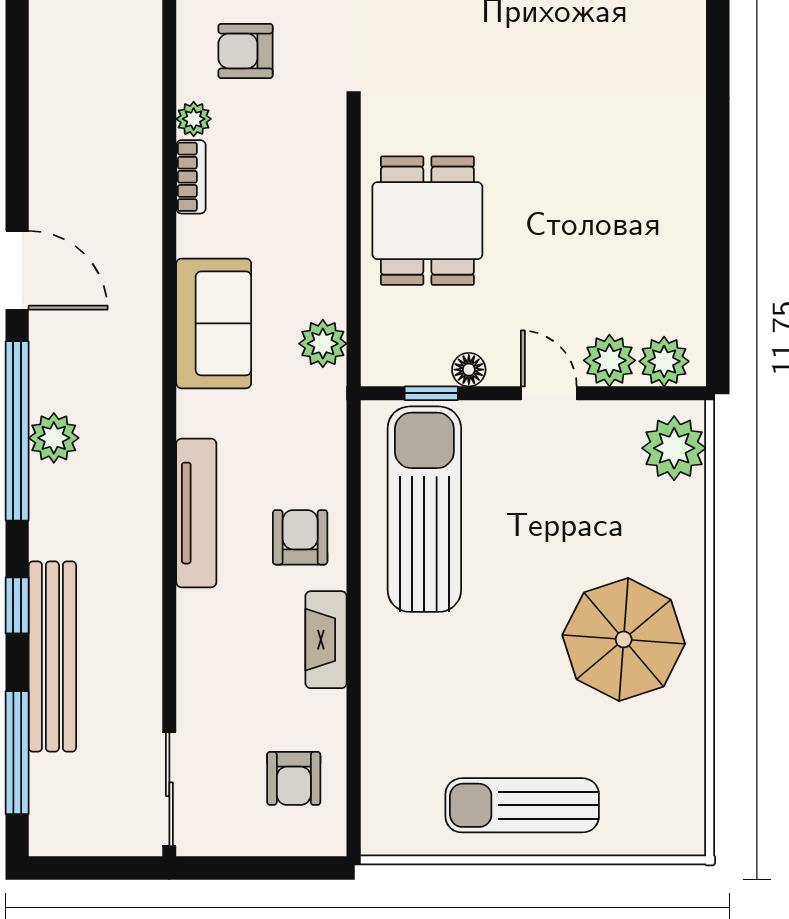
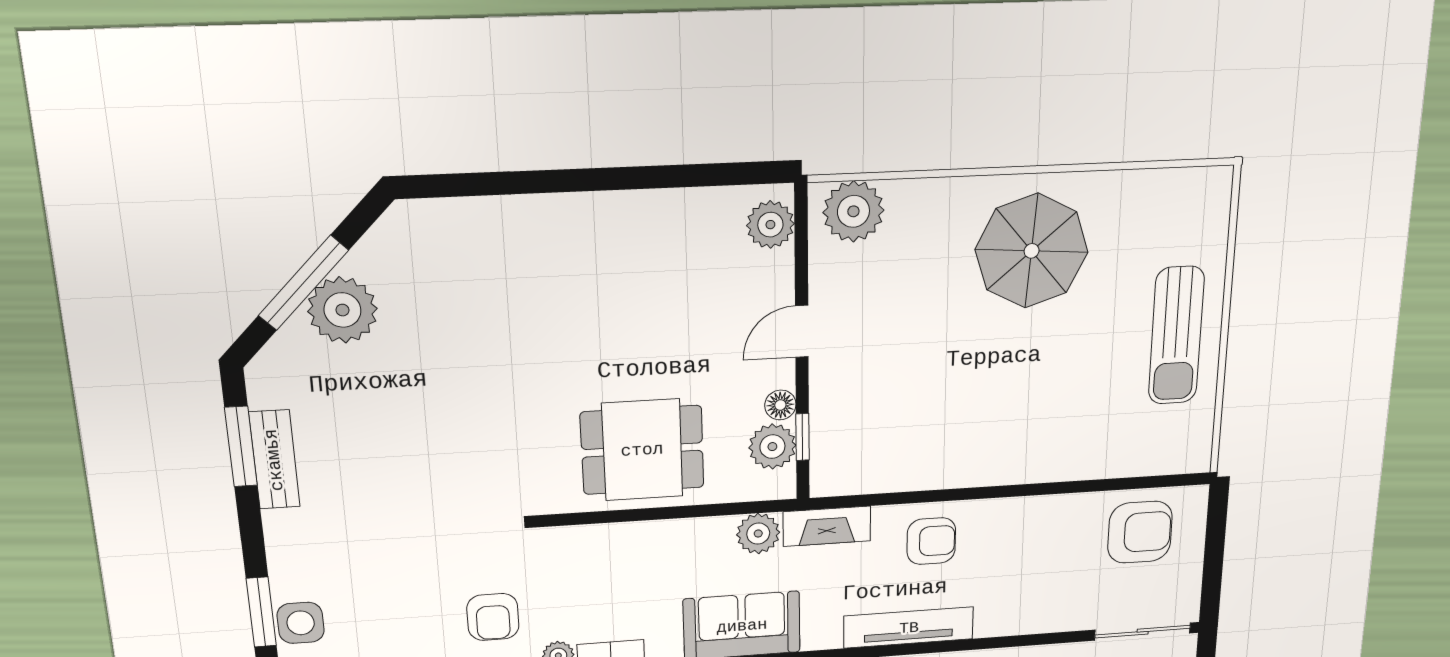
plant: (609, 360) -> (772, 447), moved
sun lounger: (424, 509) -> (908, 437), removed
armchair: (300, 537) -> (931, 541), turned 180
fireplace: (326, 640) -> (827, 526), moved
armchair: (294, 778) -> (1140, 532), width x1.38, depth x1.38

